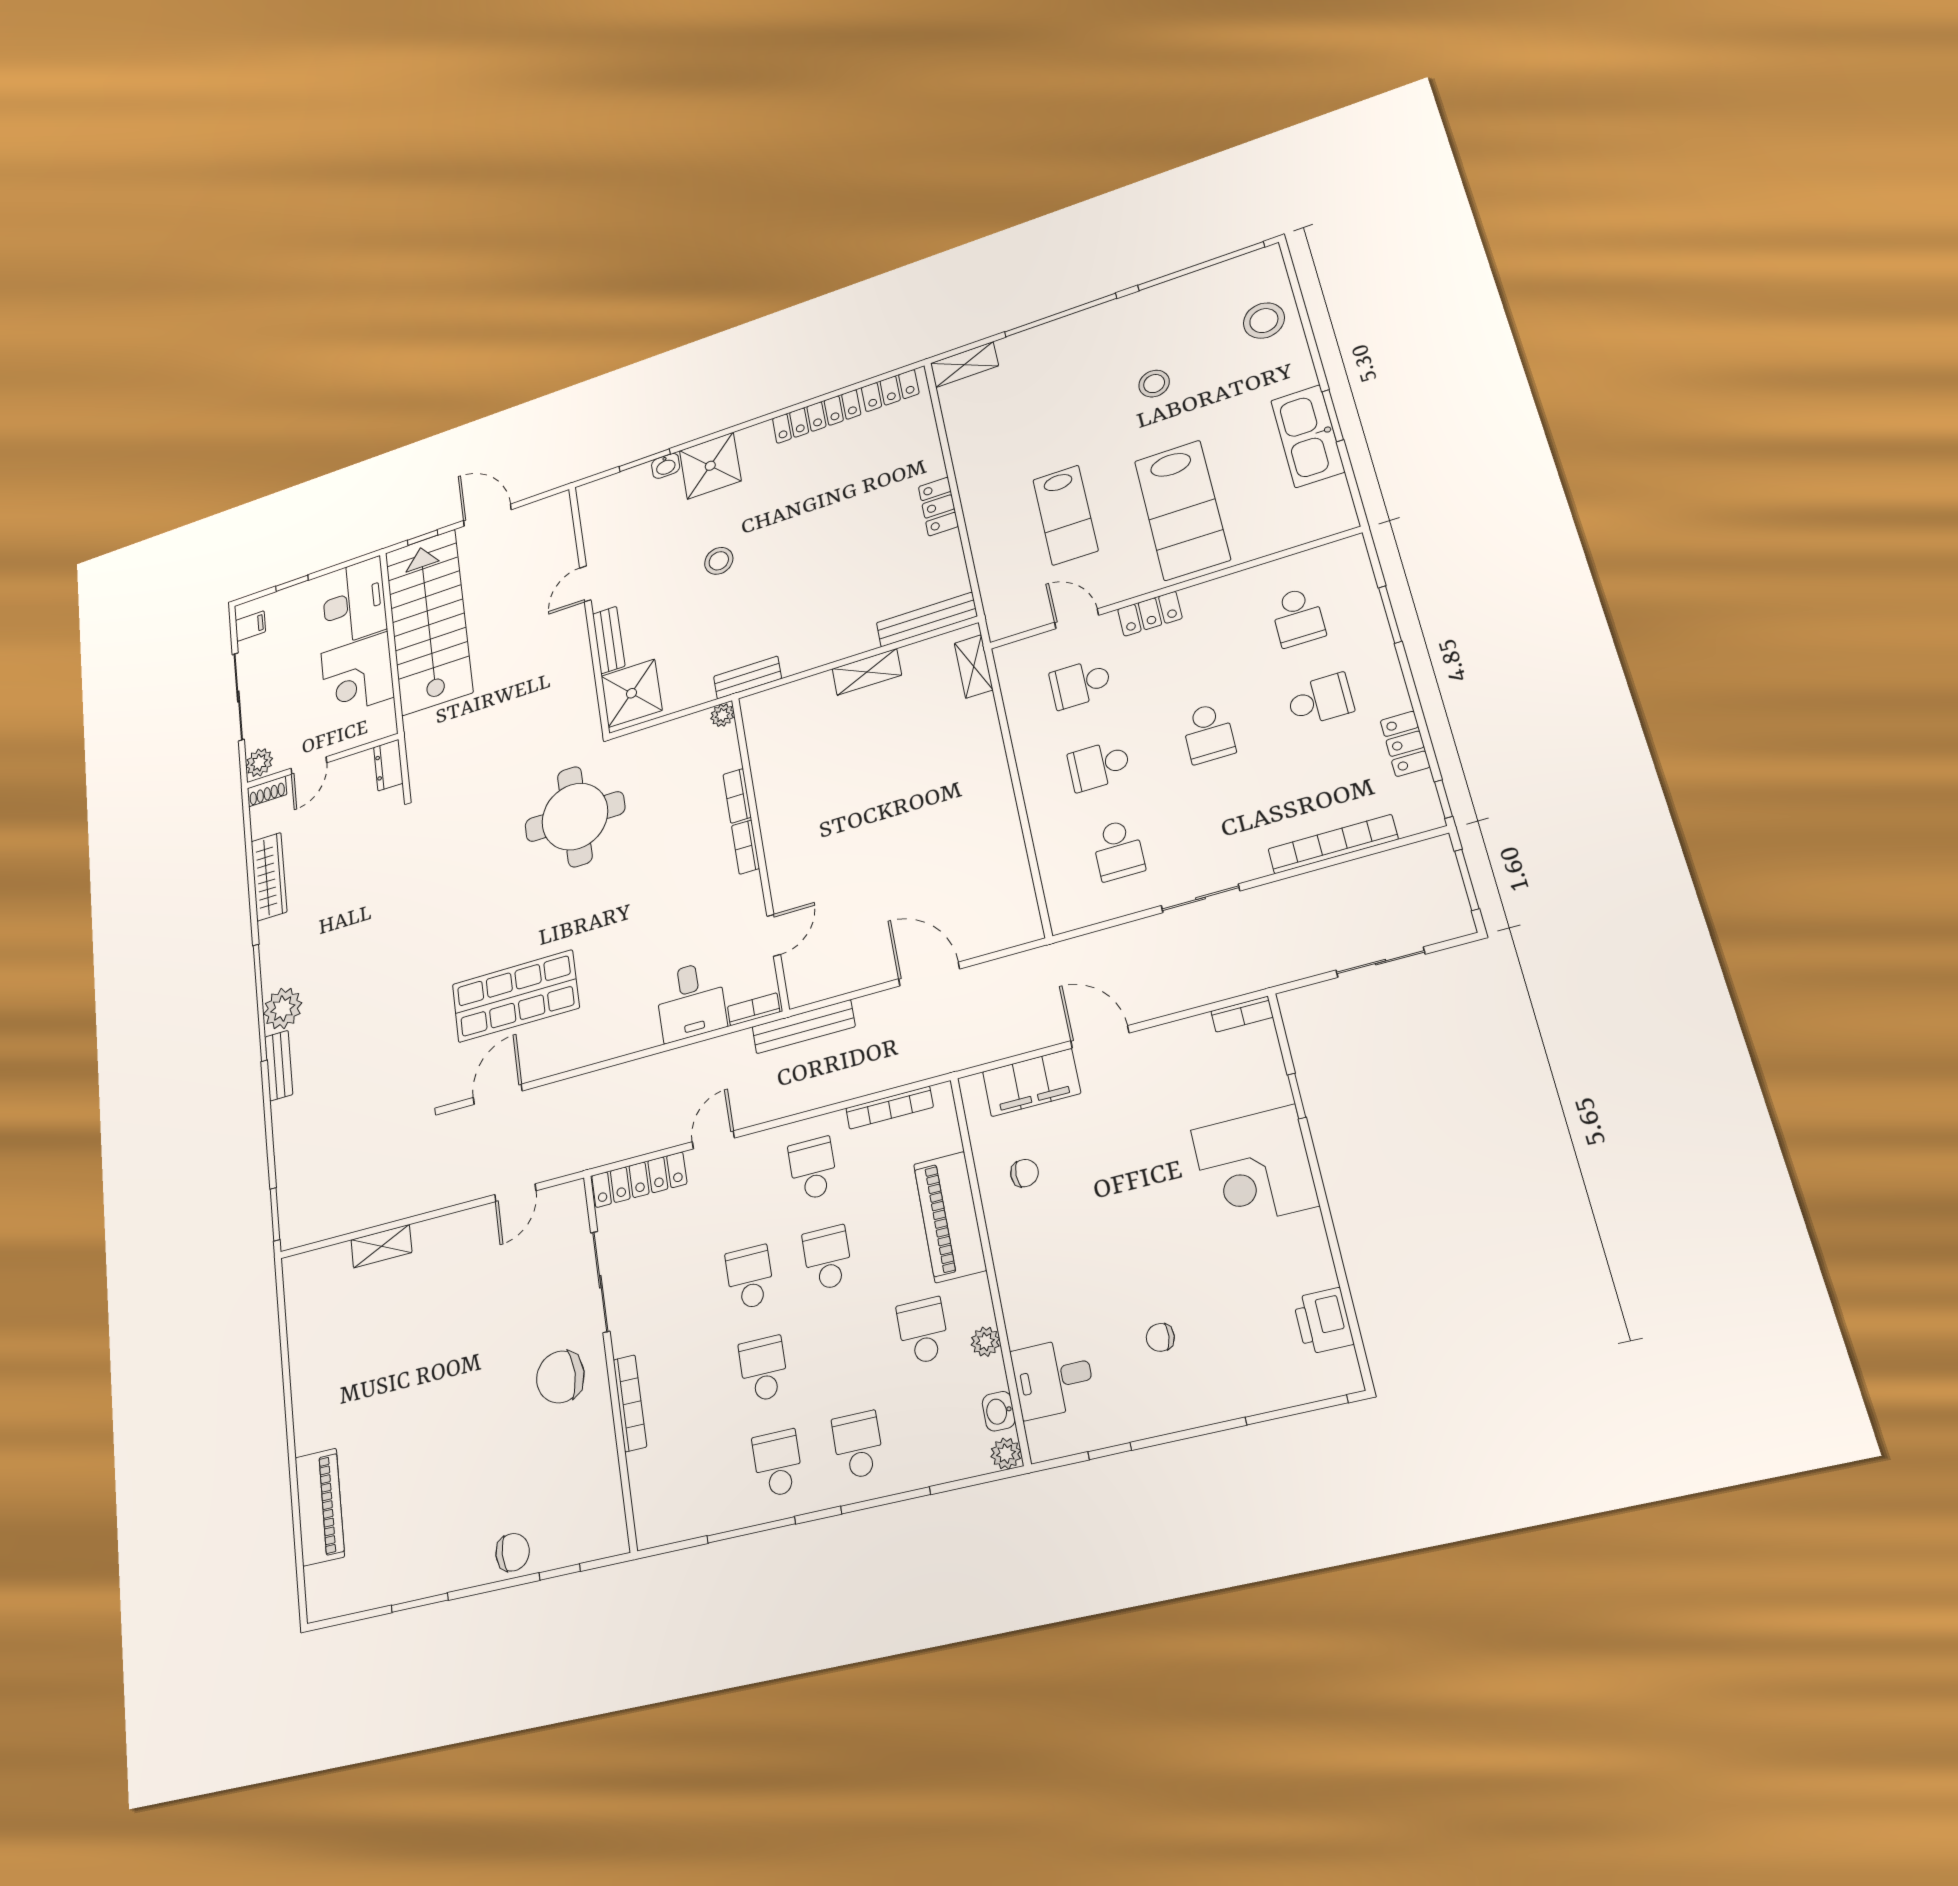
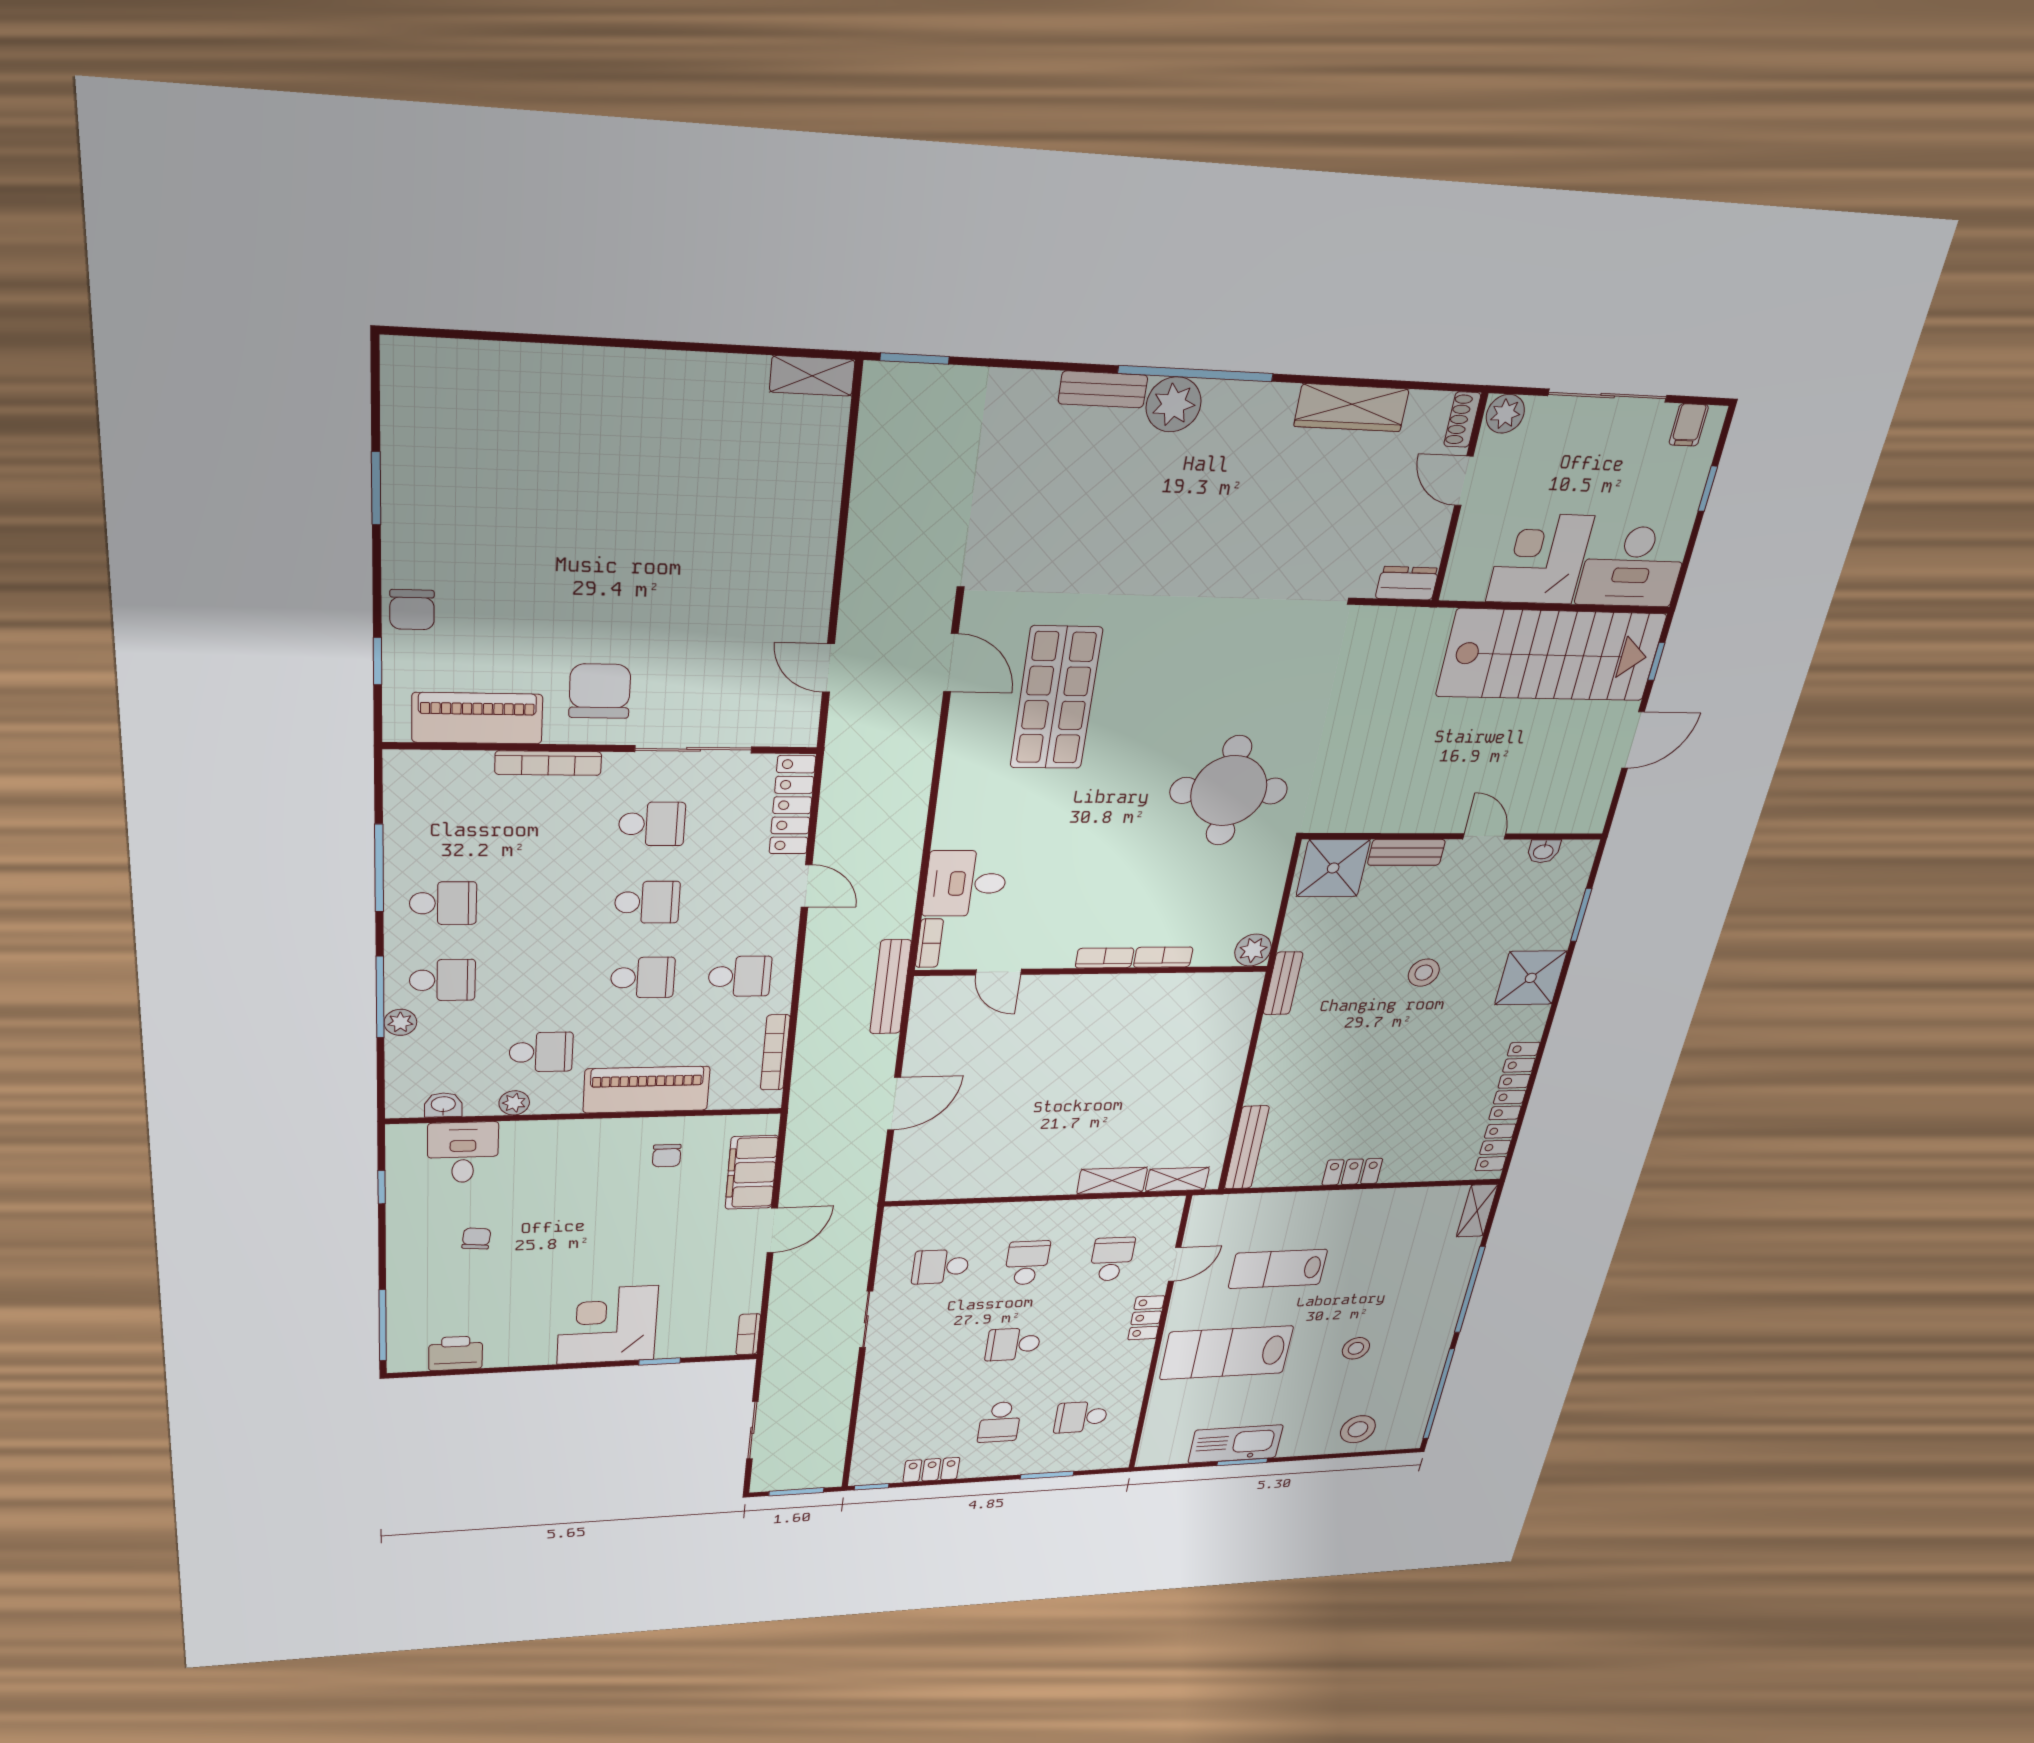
washbasin: (666, 466) -> (1543, 851), moved, turned -90
shelving: (867, 672) -> (1112, 1181), moved, turned 90
plant: (722, 715) -> (1253, 950), width x1.38, depth x1.38
bookcase: (1333, 844) -> (869, 1414), removed
shelving: (381, 1246) -> (812, 376), moved, turned 90
school desk: (764, 1369) -> (652, 824), moved
plant: (1006, 1454) -> (400, 1022), moved
piano: (320, 1507) -> (477, 718), moved, turned 180

